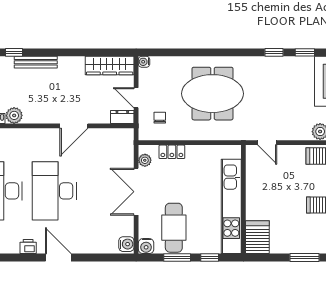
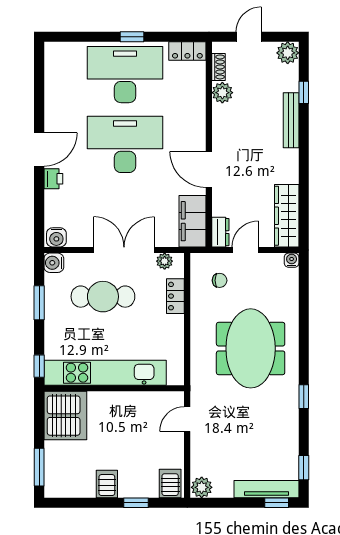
window: (274, 52) -> (304, 397), moved
filing cabinet: (114, 139) -> (193, 221), added
cafe table: (174, 228) -> (103, 297), moved
server rack: (257, 237) -> (65, 416), width x1.60
printer: (28, 246) -> (53, 179), moved
window: (210, 257) -> (39, 366), moved

